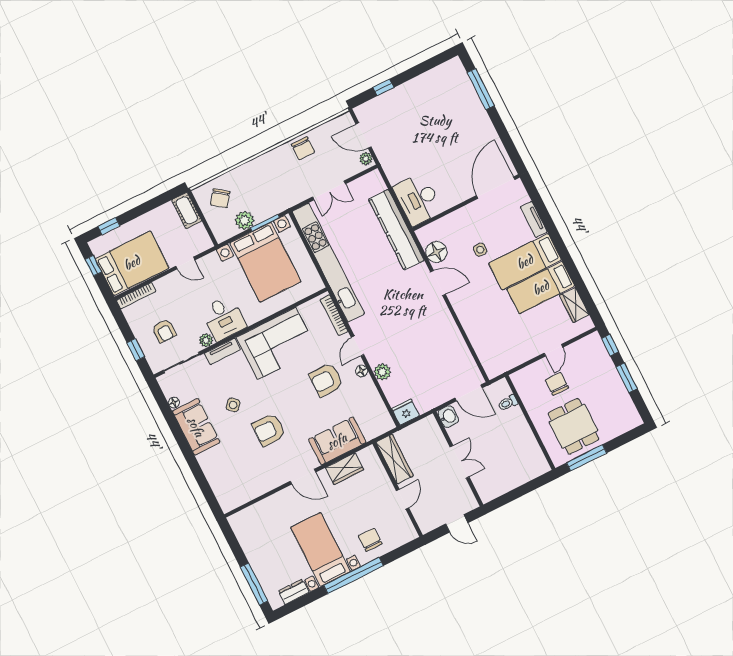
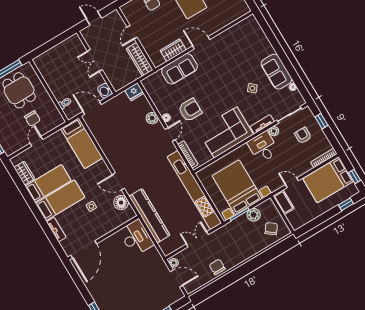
cot: (187, 210) -> (284, 202), moved
bed: (488, 343) -> (82, 143), added
armchair: (269, 430) -> (227, 73), removed

